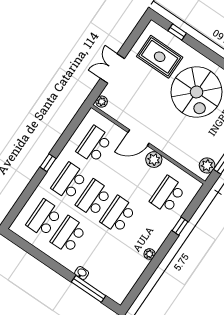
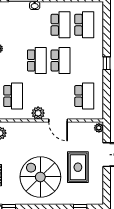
rug: (160, 57) -> (78, 167), moved, turned 90
door: (138, 138) -> (58, 121), swing flipped
school desk: (69, 181) -> (84, 60), removed

